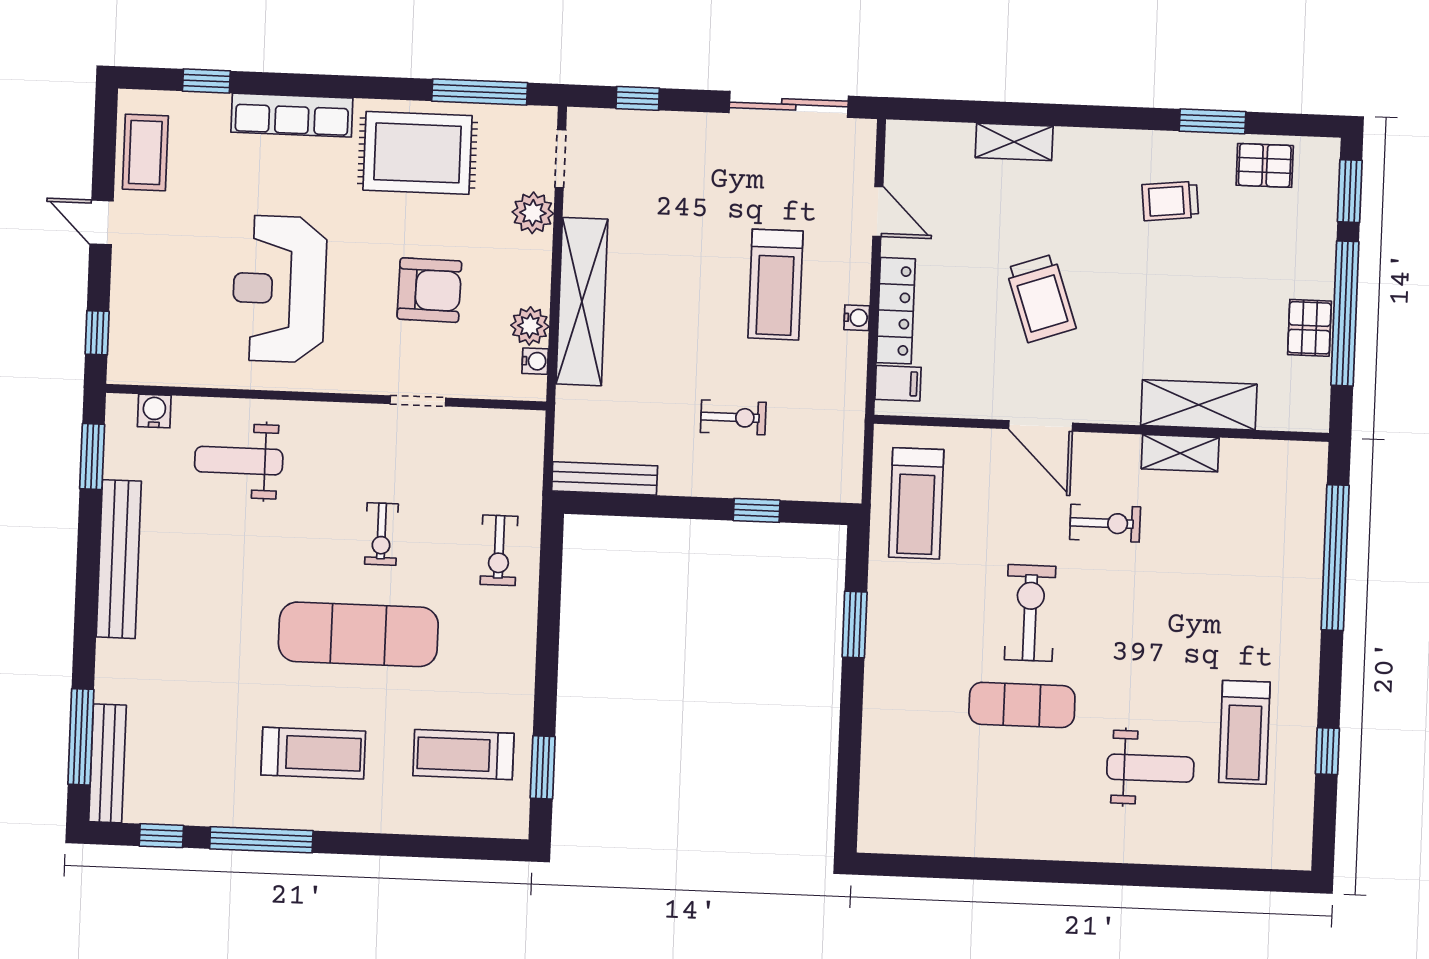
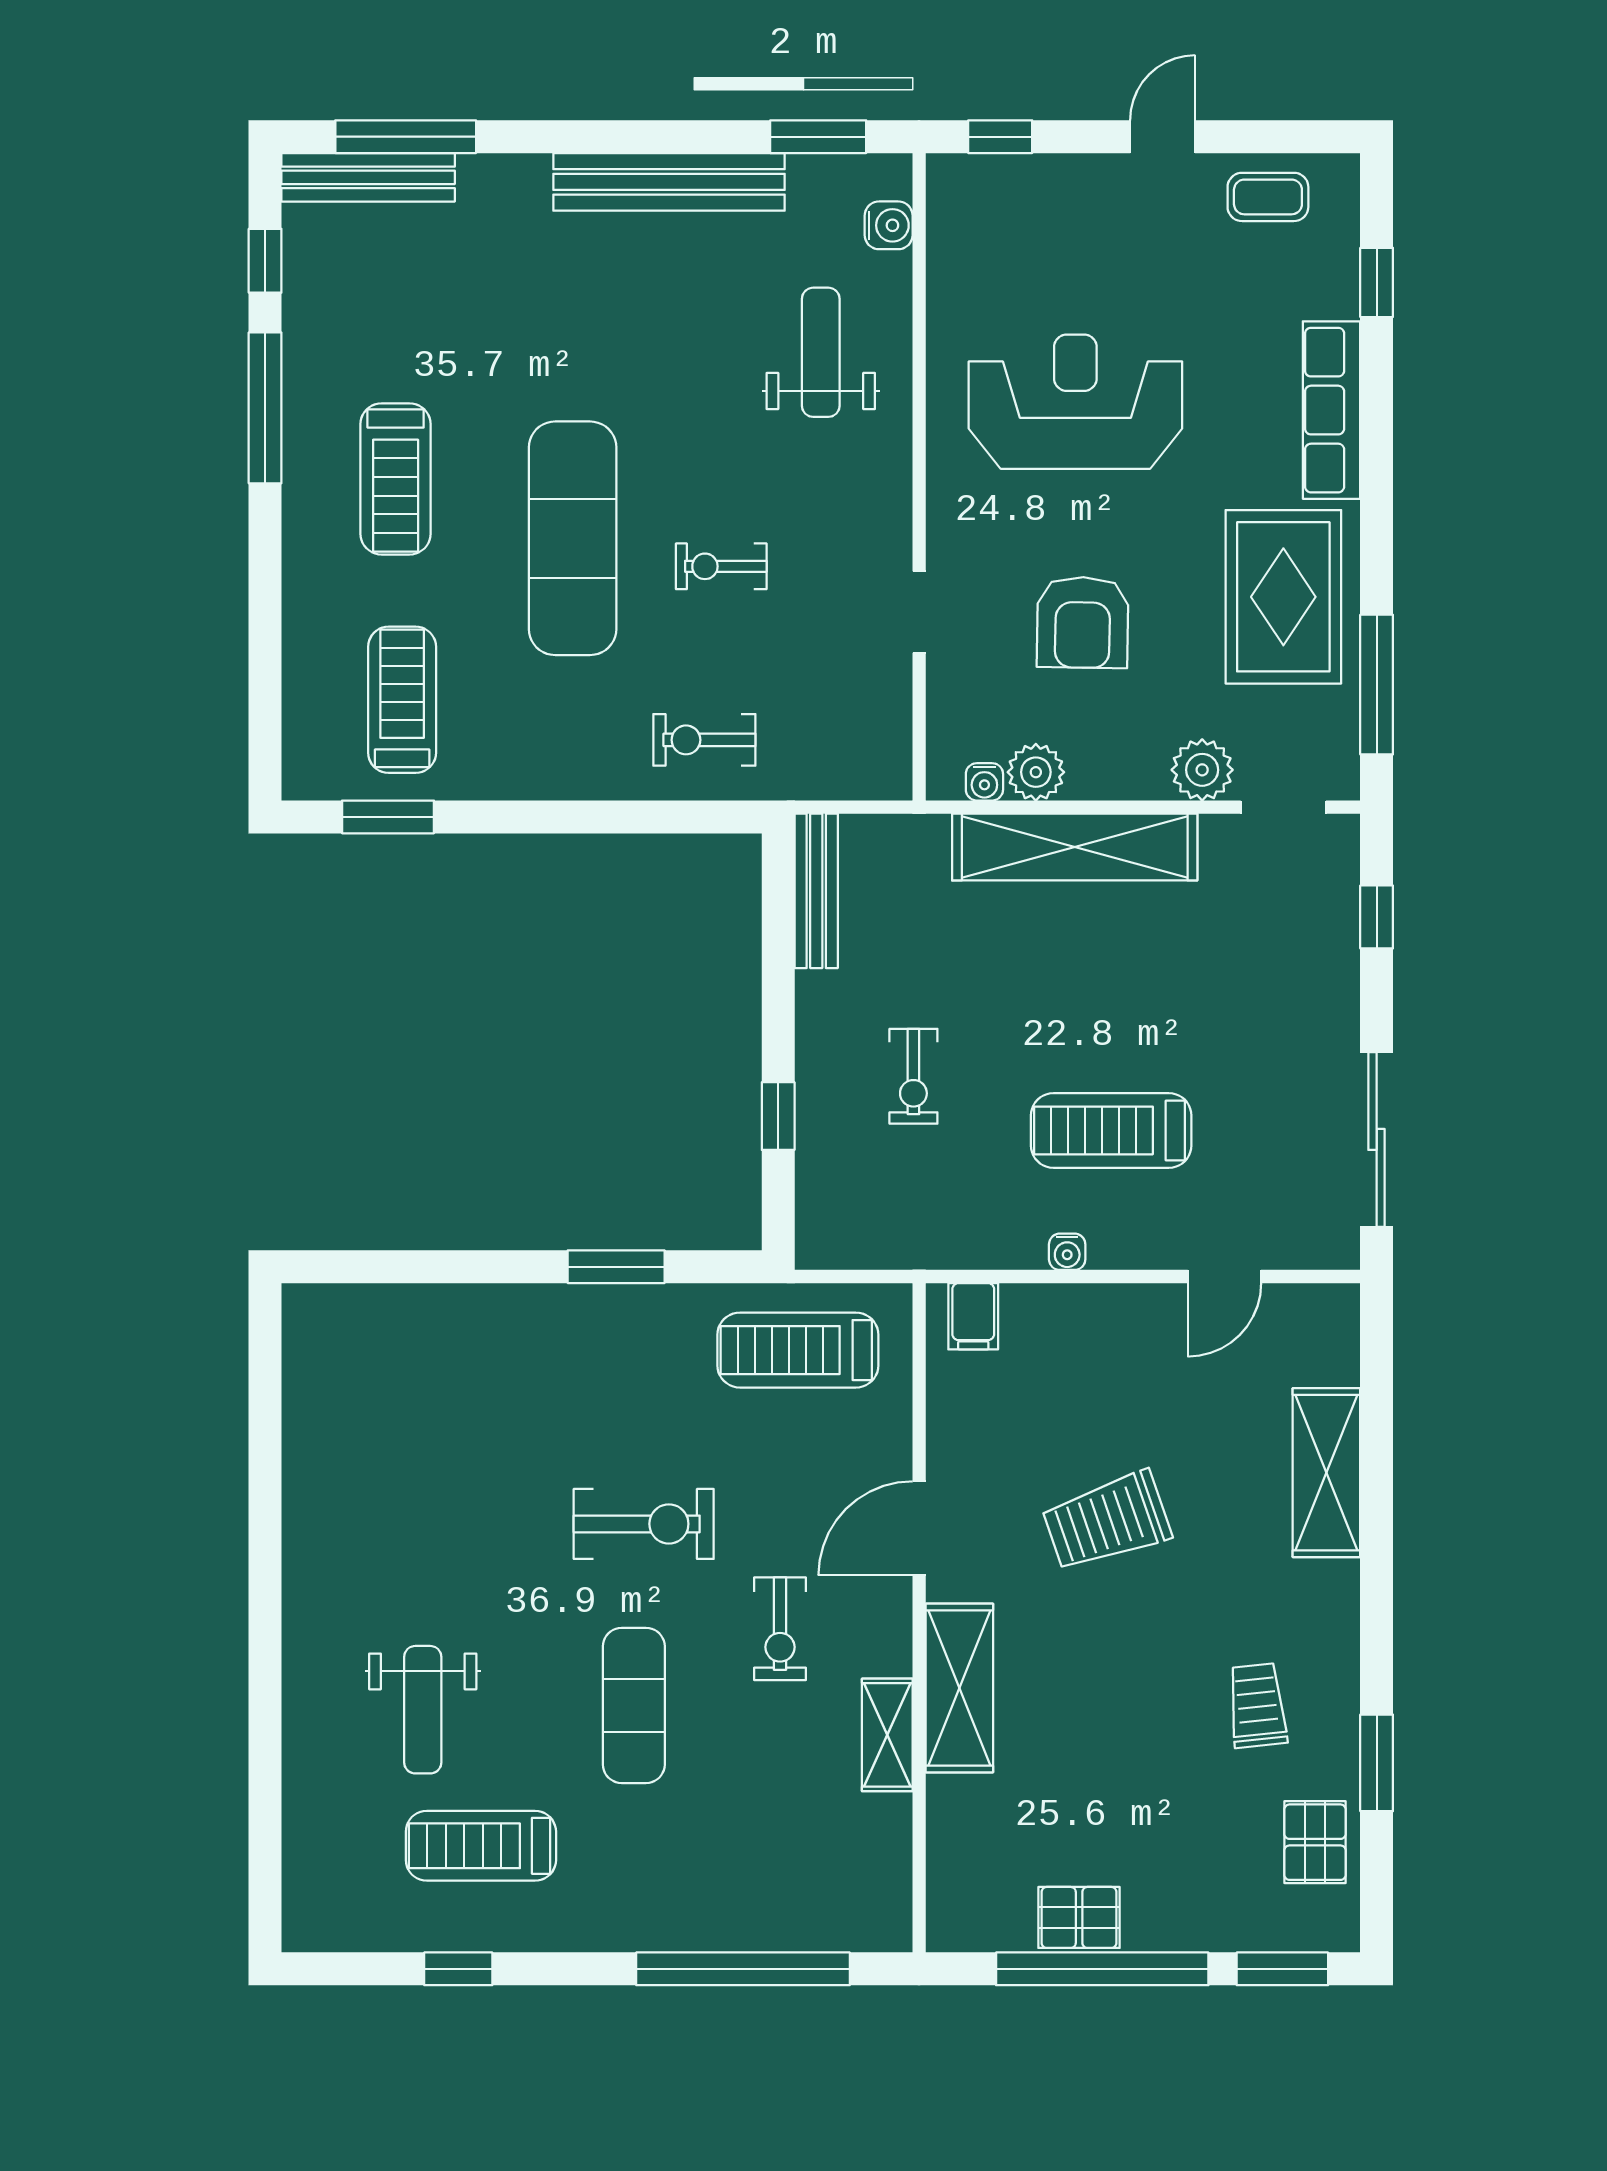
shelving: (1014, 142) -> (1326, 1473), width x1.50, depth x1.33
coffee table: (145, 152) -> (1268, 197), width x0.73, depth x0.77
locker: (896, 311) -> (1080, 1309), removed
shelving: (1199, 405) -> (959, 1688), moved
exercise mat: (1022, 705) -> (634, 1705), moved

